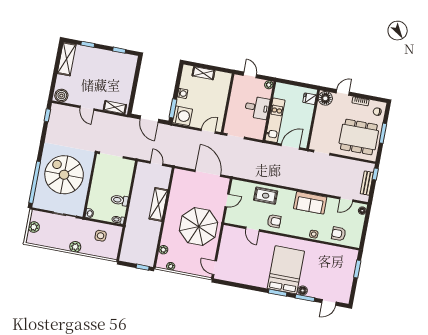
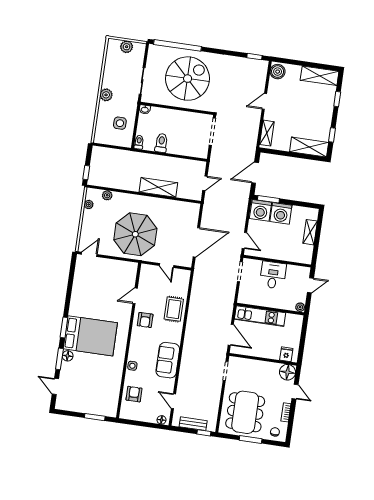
shelving: (129, 71) -> (309, 147), added
washing machine: (183, 93) -> (281, 213), width x1.89, depth x1.89
desk: (257, 108) -> (273, 275), moved, turned 180

